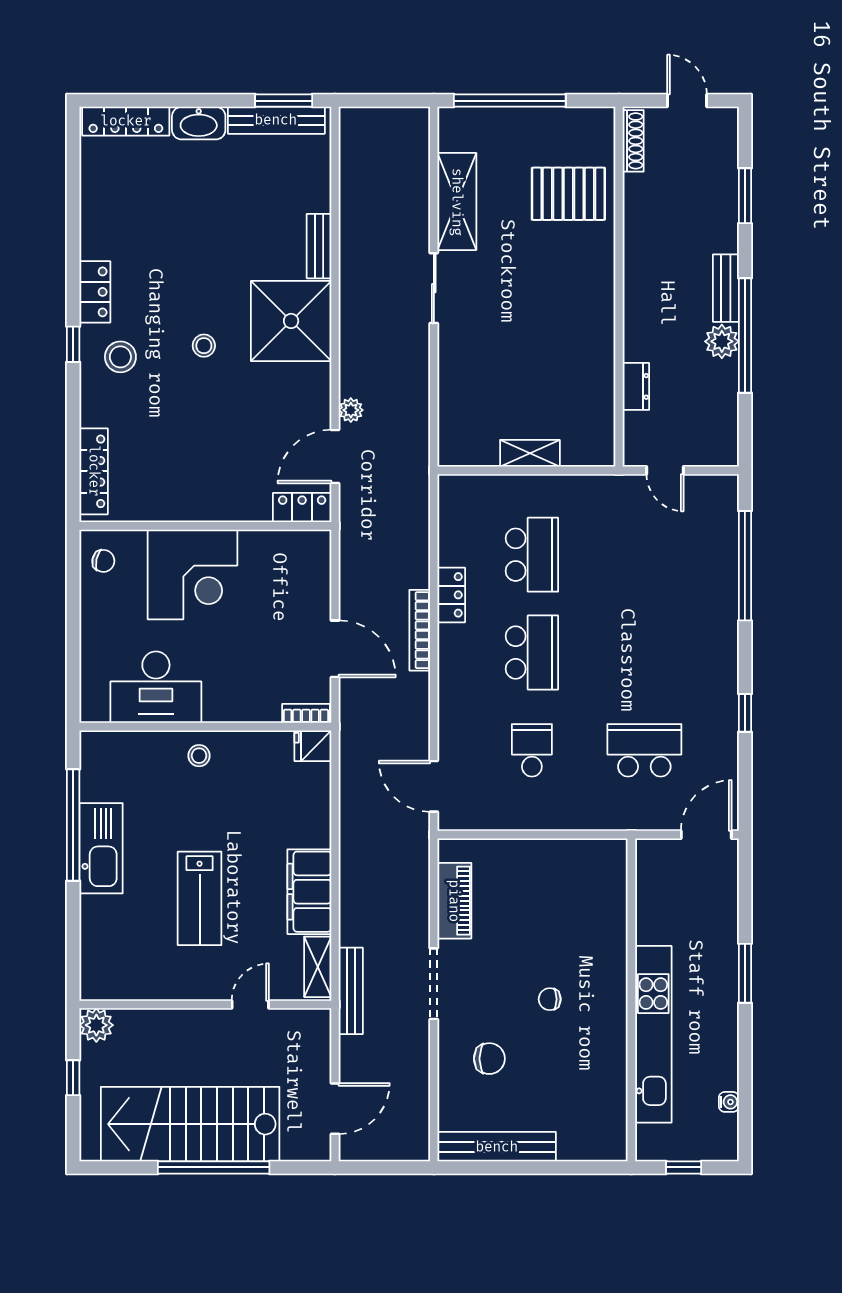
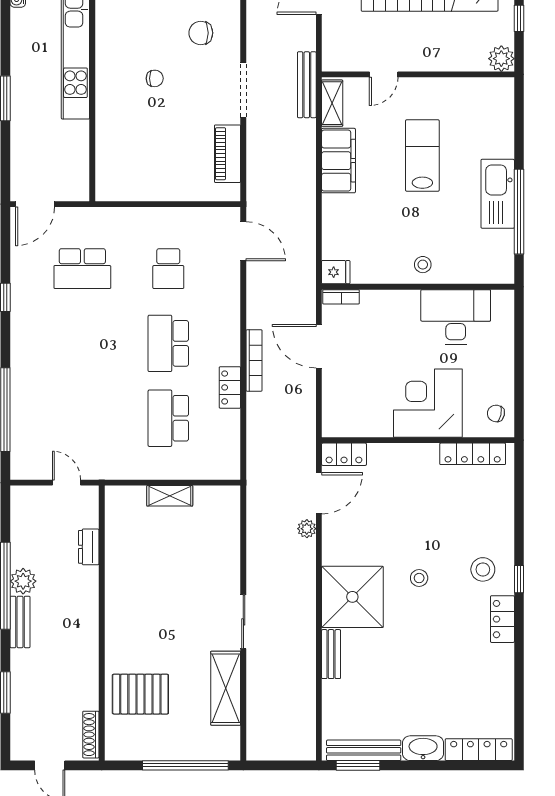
locker: (94, 471) -> (473, 454), moved, turned -90

